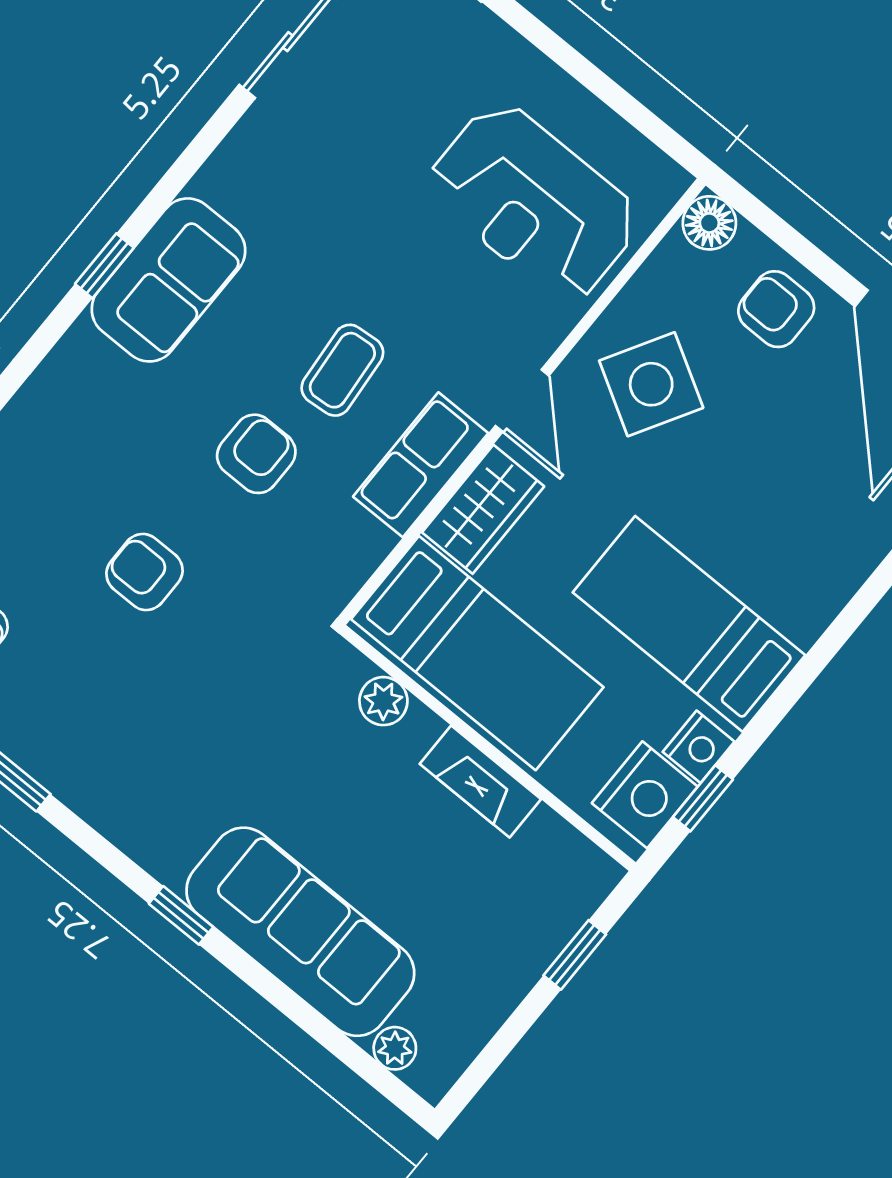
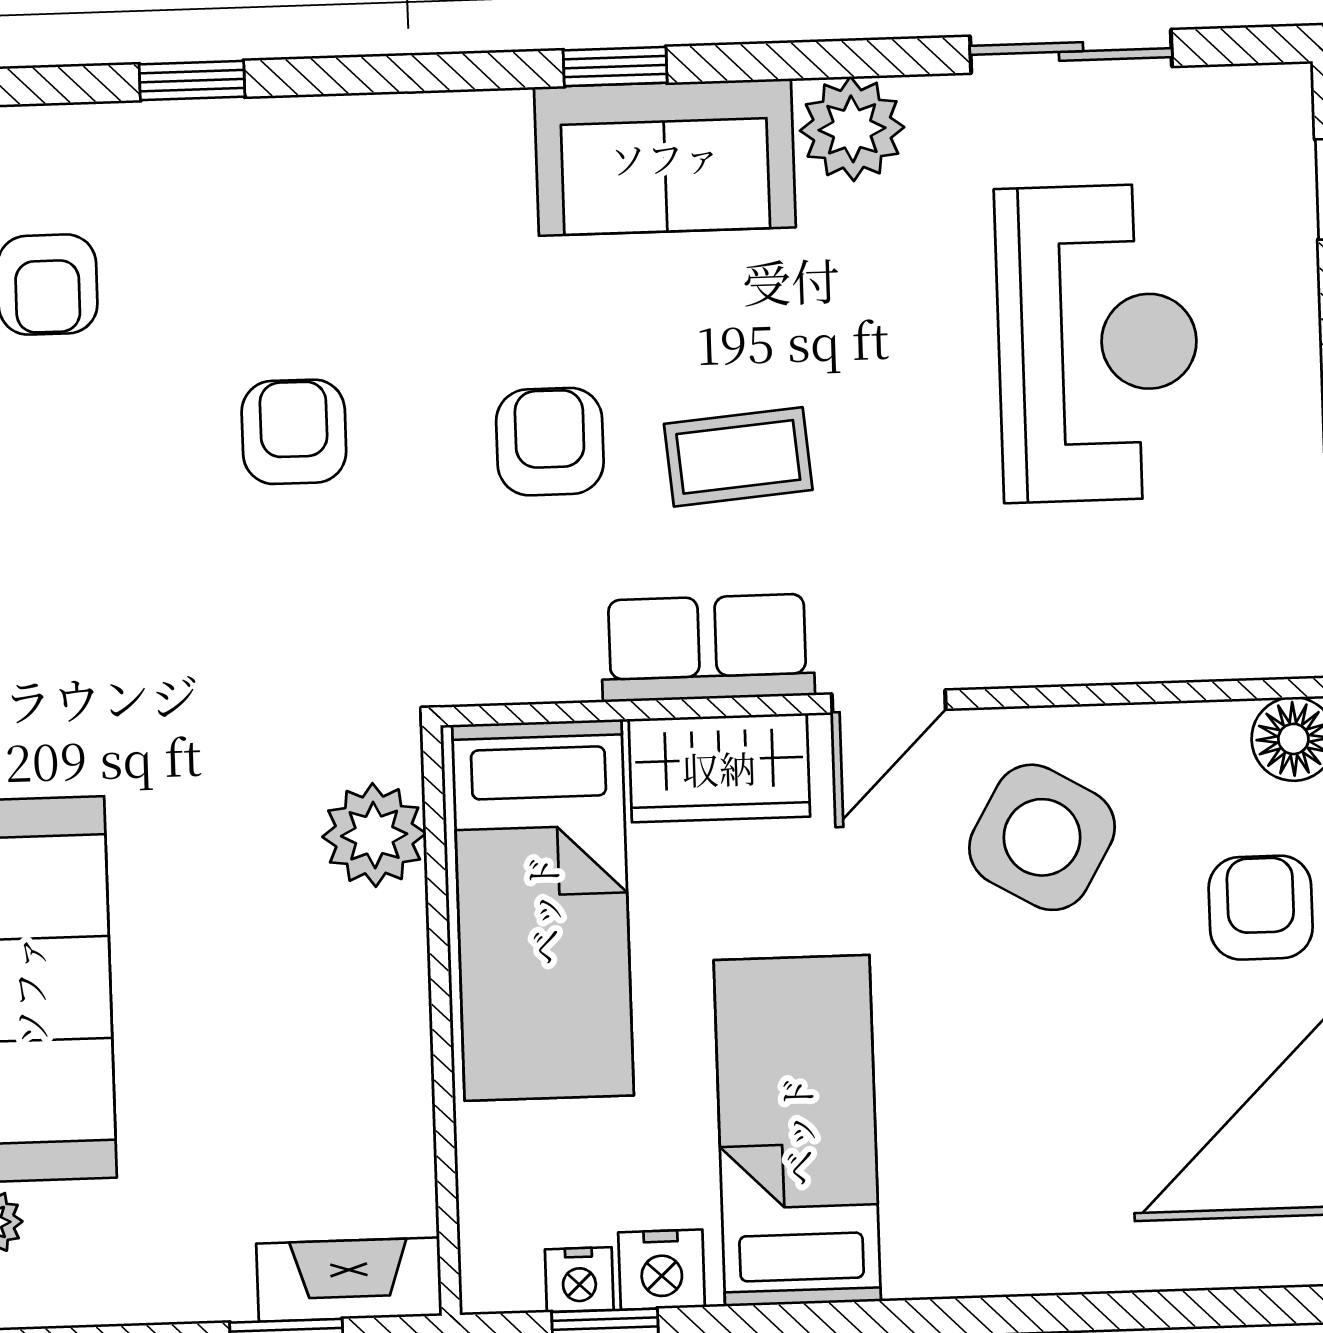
plant: (233, 179) -> (852, 129), added
reception desk: (534, 202) -> (1098, 343), moved, turned 180
armchair: (256, 454) -> (550, 442), turned -90
plant: (383, 701) -> (374, 835), width x1.38, depth x1.38
fireplace: (480, 782) -> (349, 1280), moved, turned 90
nightstand: (645, 795) -> (579, 1280), width x0.53, depth x0.56

